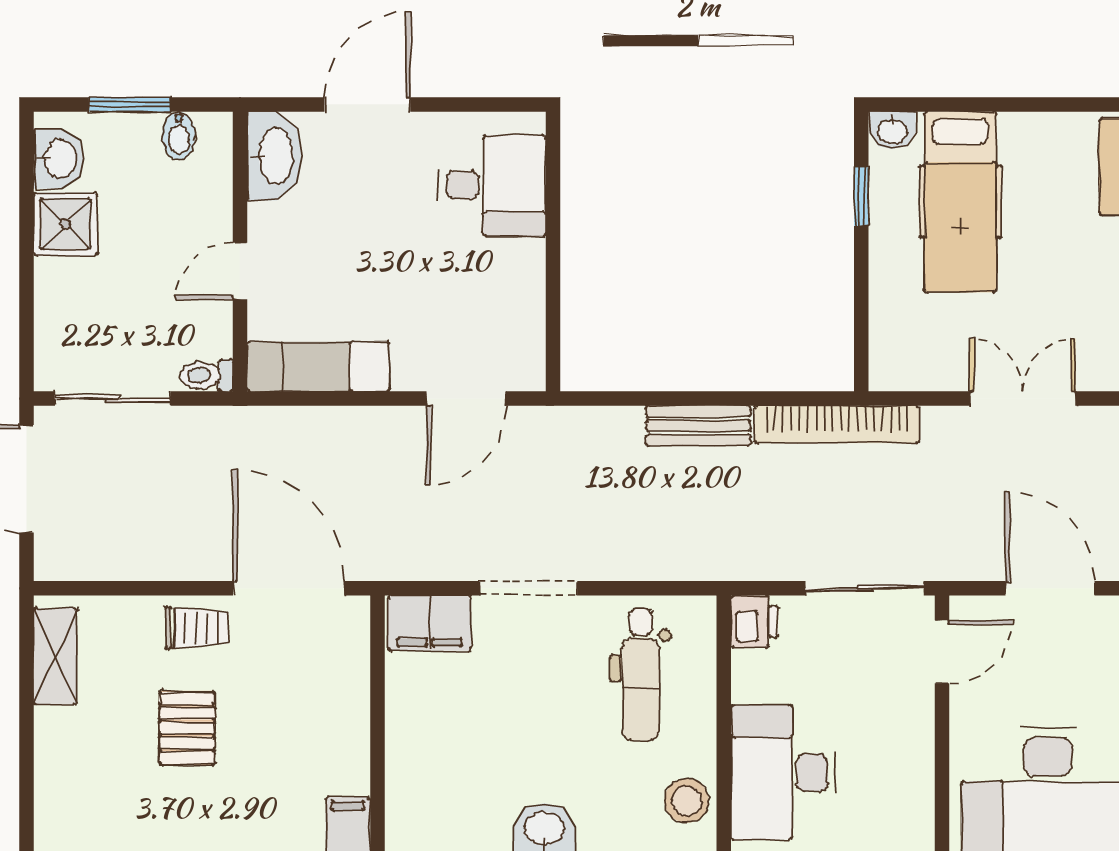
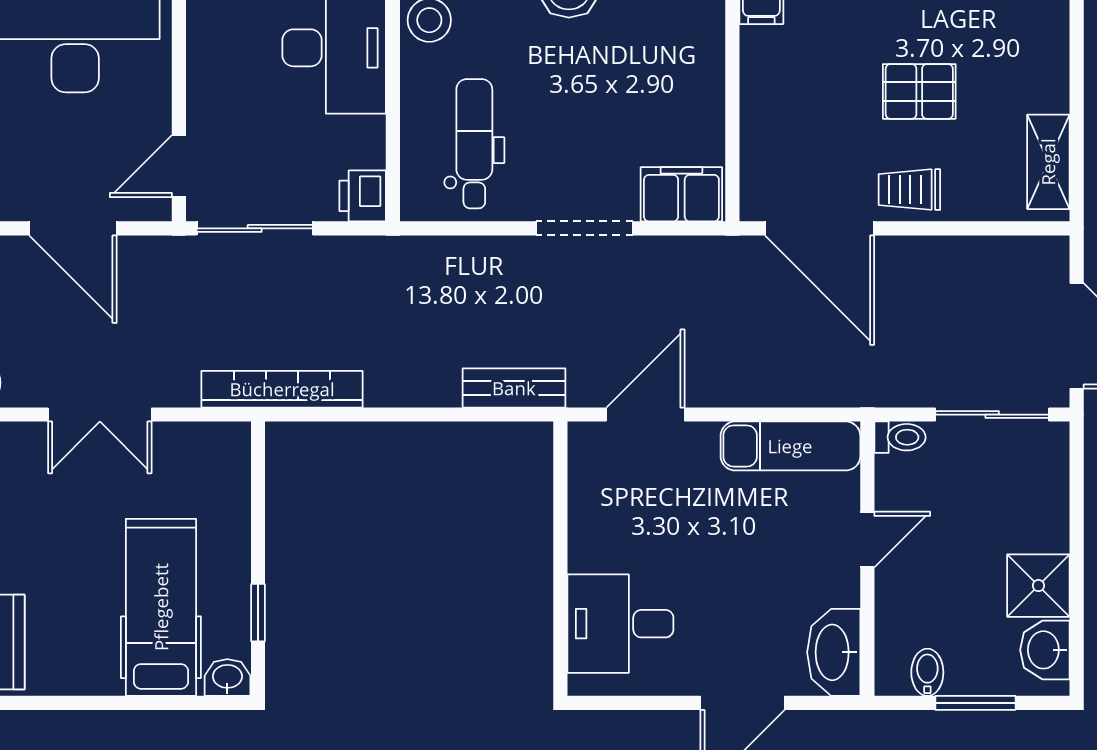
bench: (698, 426) -> (514, 388), moved
pallet: (187, 728) -> (919, 91), turned 90

